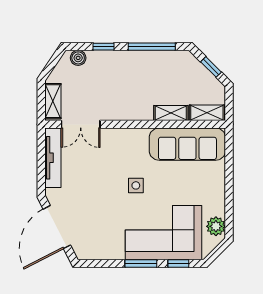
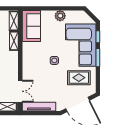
sofa: (187, 144) -> (31, 26), width x0.73
plant: (216, 226) -> (60, 16), moved
rug: (105, 229) -> (79, 78), added

